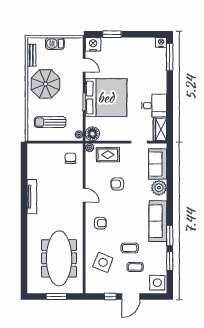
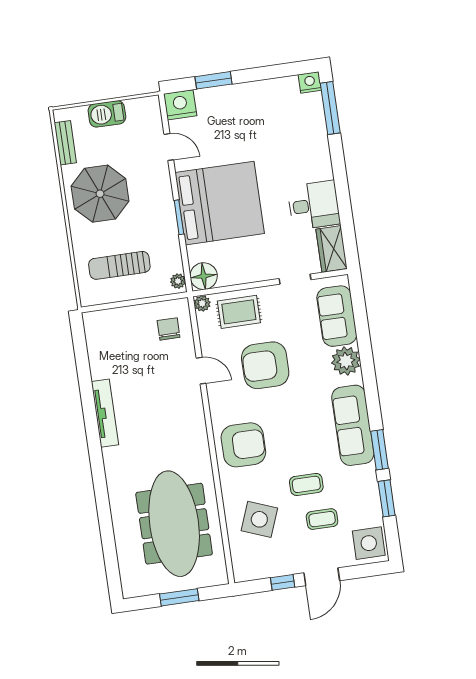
armchair: (117, 184) -> (265, 365), width x1.88, depth x1.88
door: (84, 195) -> (201, 371), moved
armchair: (100, 223) -> (243, 445), width x1.88, depth x1.88

